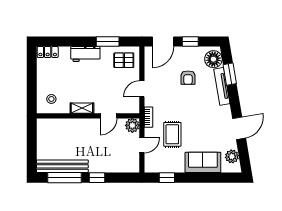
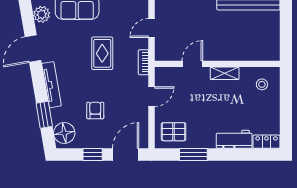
workbench: (85, 54) -> (234, 139), moved
tv unit: (222, 86) -> (51, 85), moved
plant: (132, 125) -> (163, 52), removed
rug: (172, 134) -> (102, 53), moved

